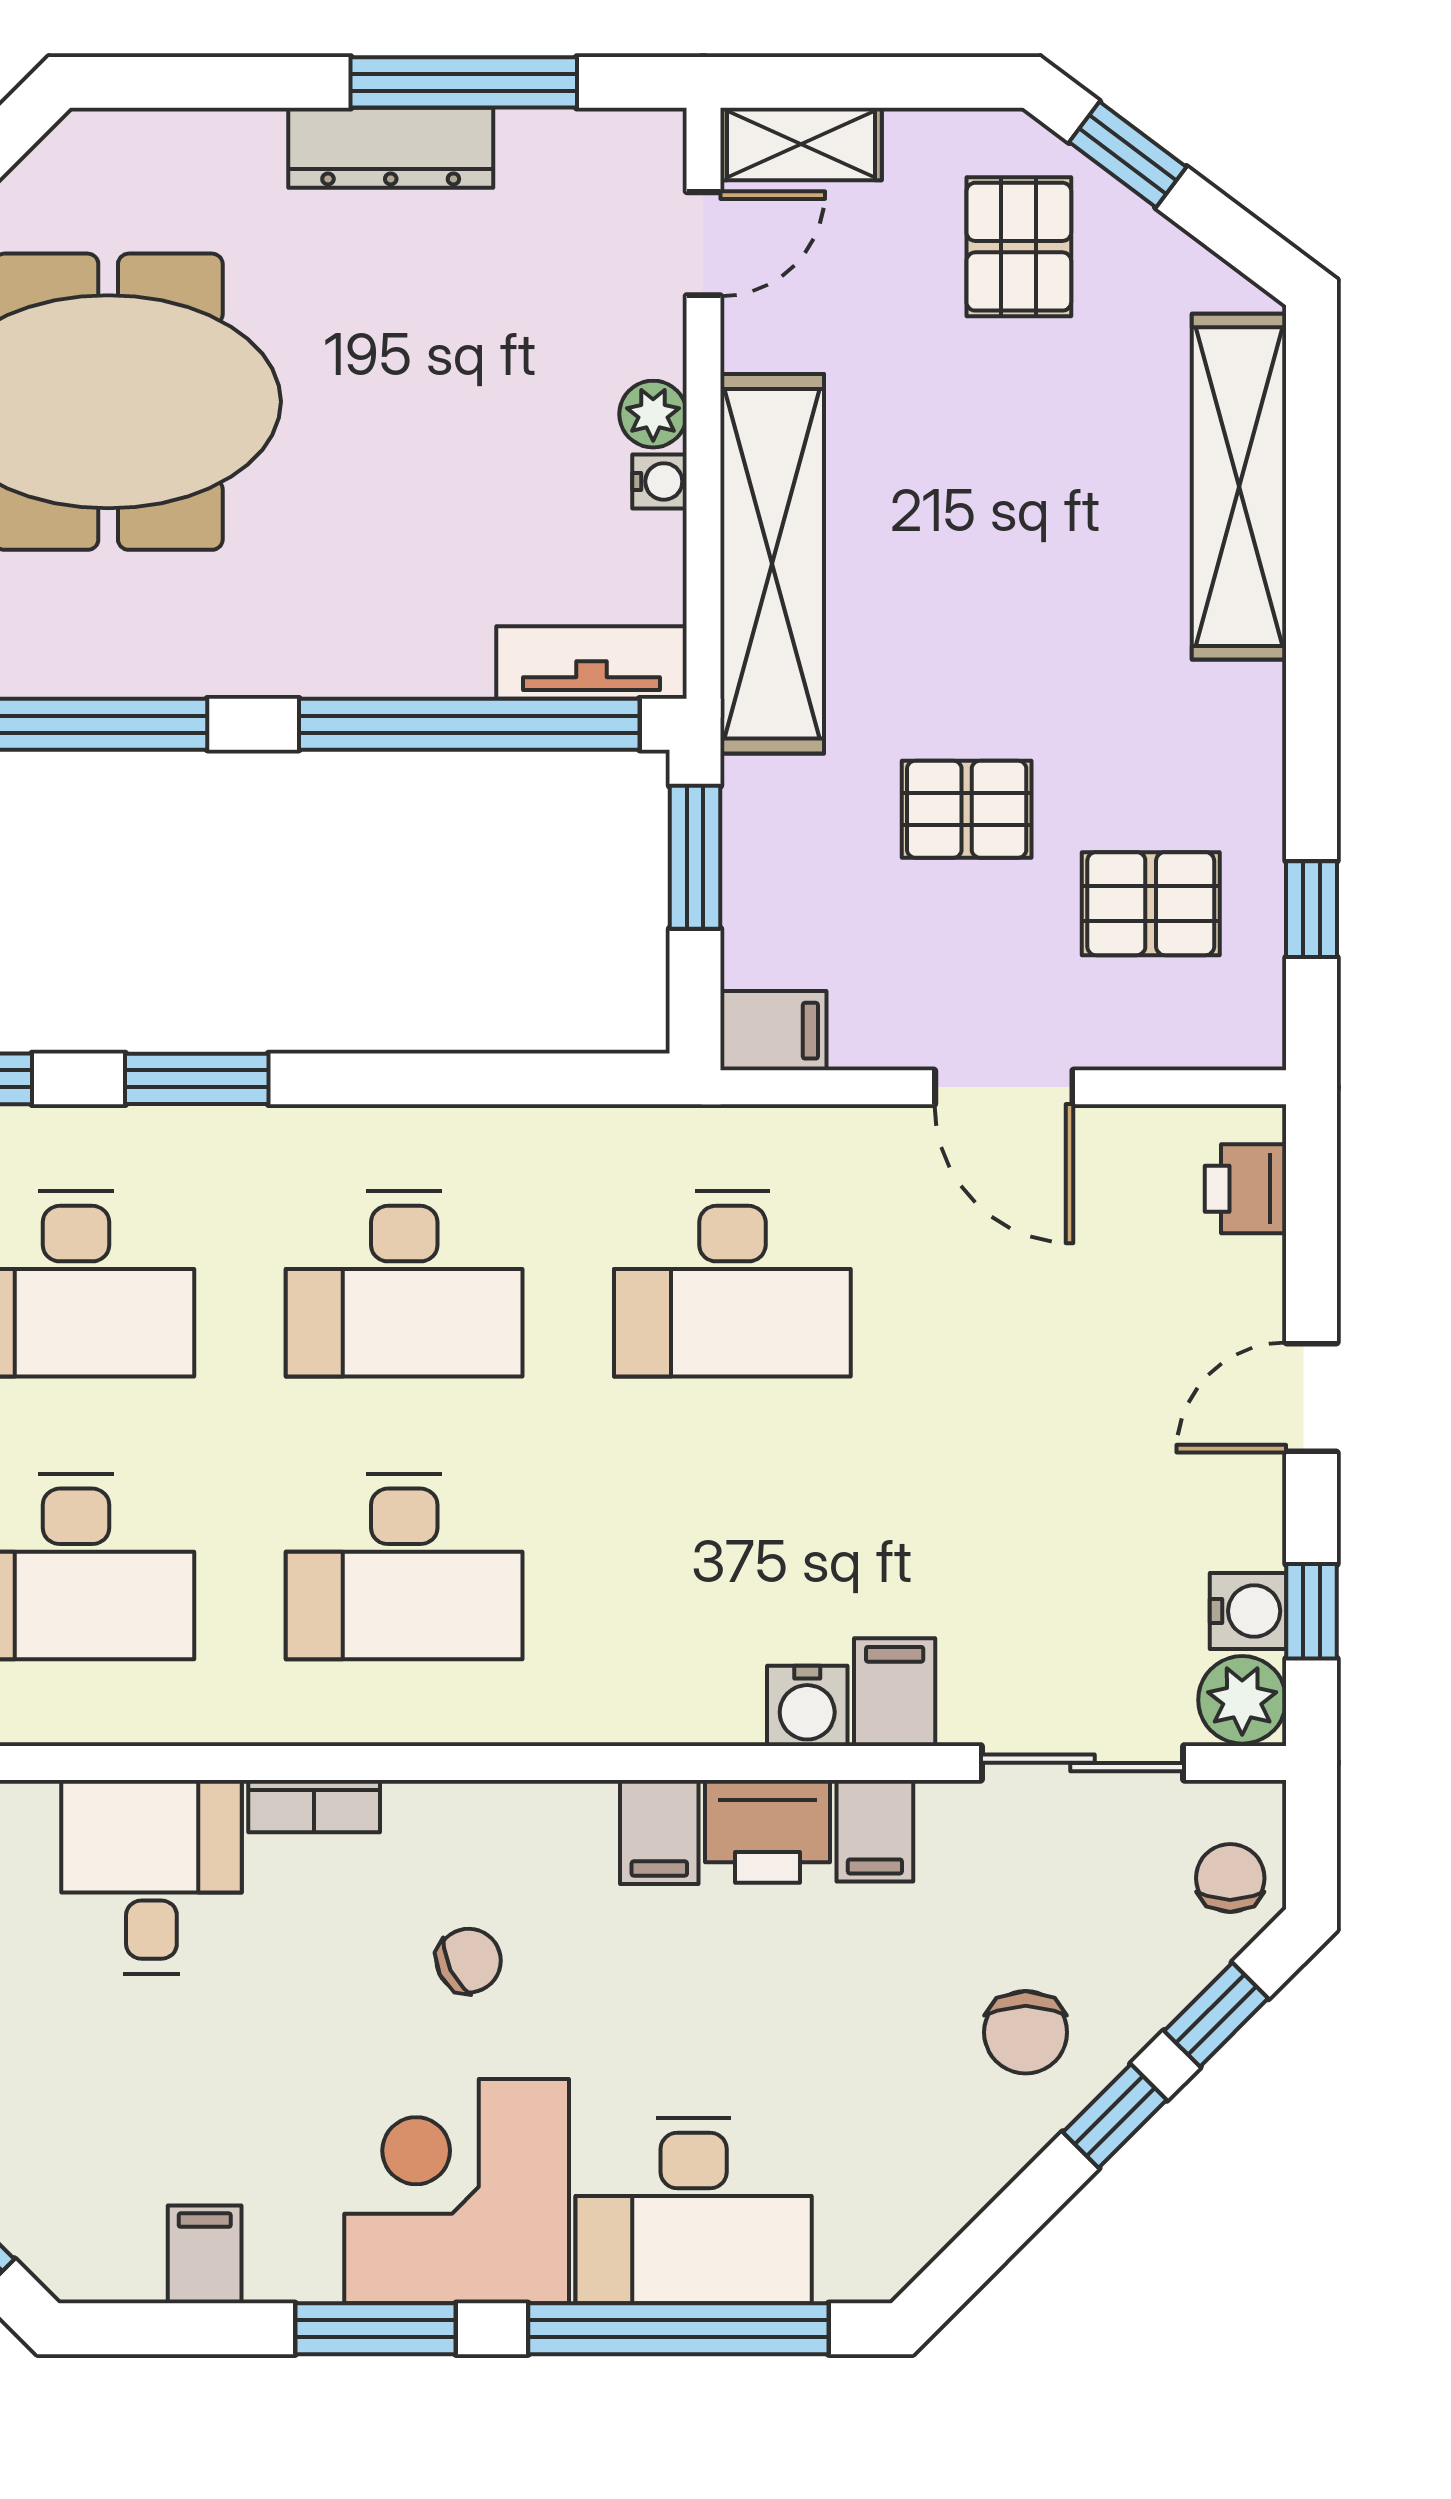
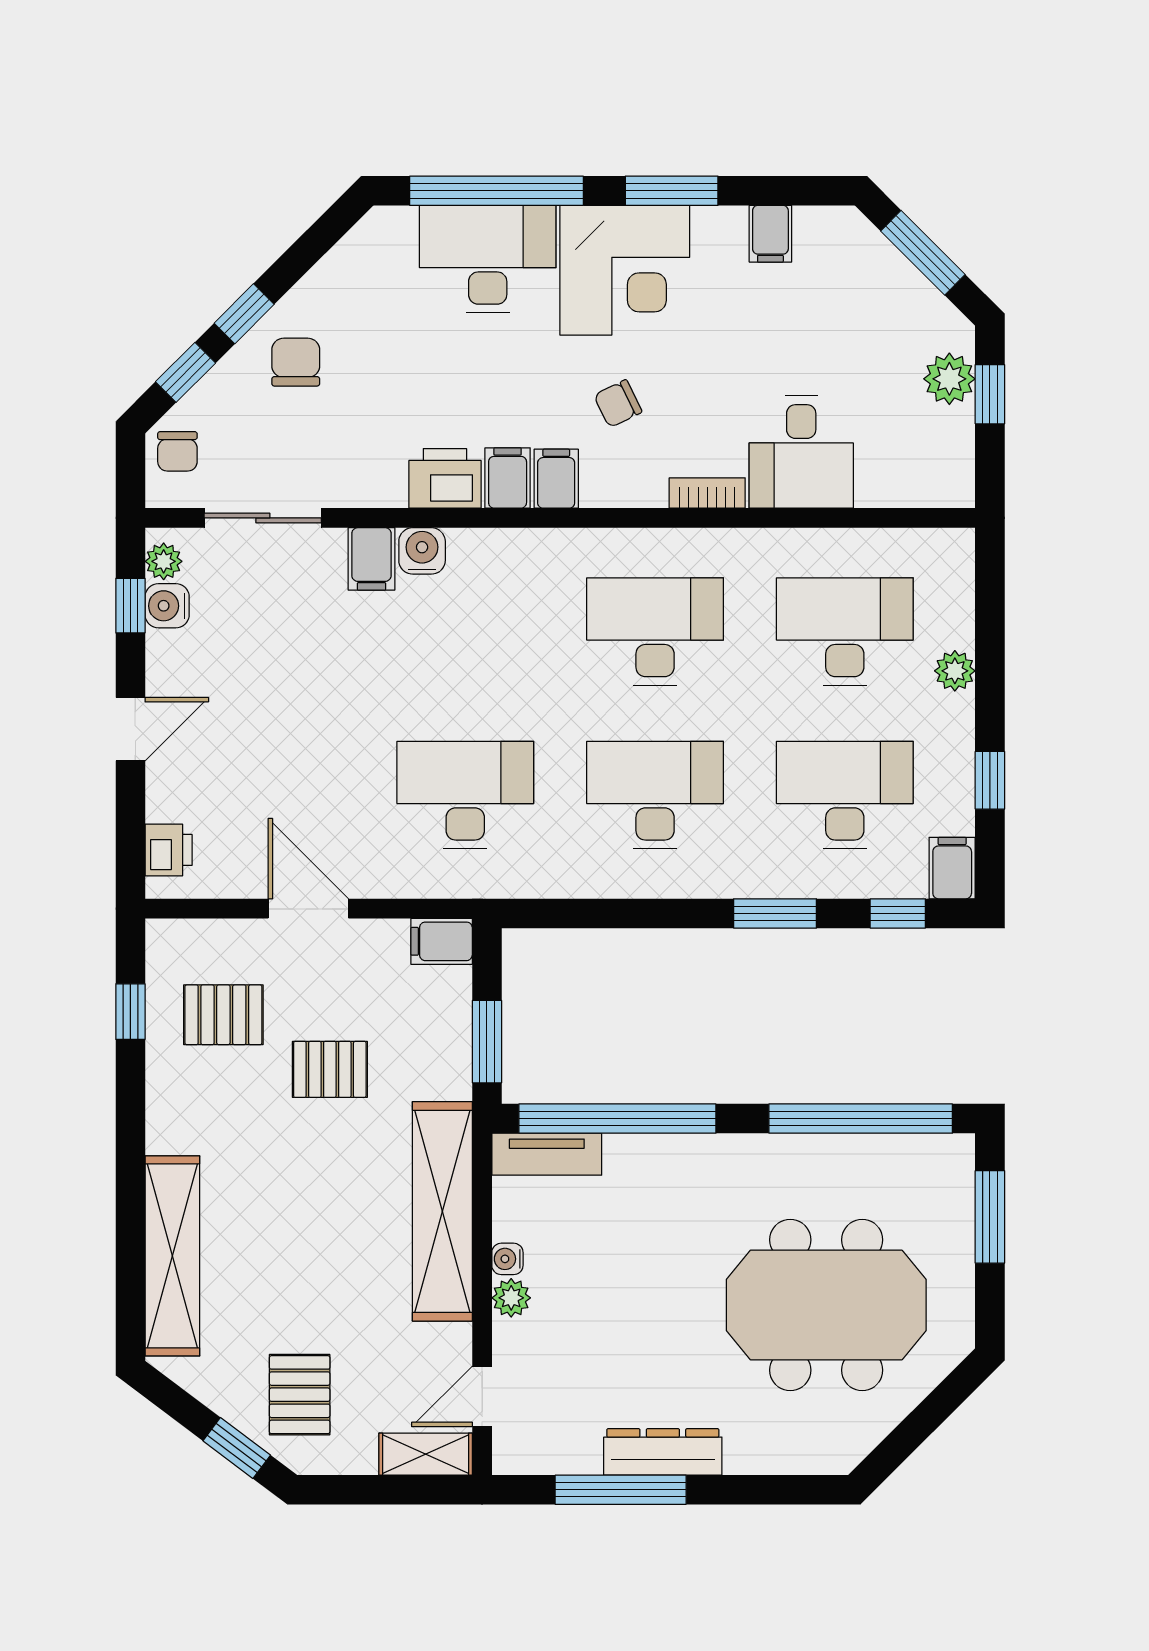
plant: (1242, 1700) -> (164, 561), width x0.73, depth x0.73
filing cabinet: (875, 1831) -> (556, 479), moved

